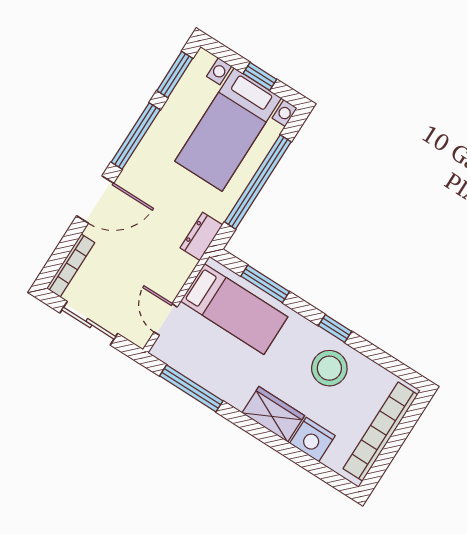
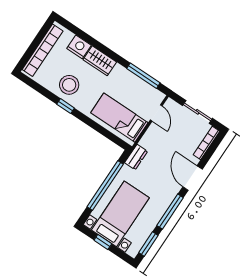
door: (95, 199) -> (193, 178), hinge flipped
window: (265, 284) -> (103, 131), removed

